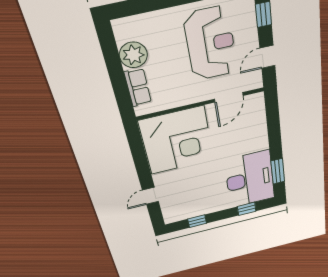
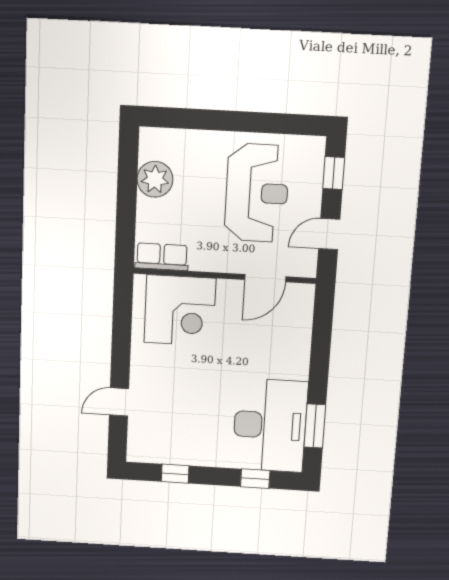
row of seats: (138, 87) -> (162, 257), moved, turned -90
corner desk: (177, 141) -> (180, 310), width x0.74, depth x0.74

